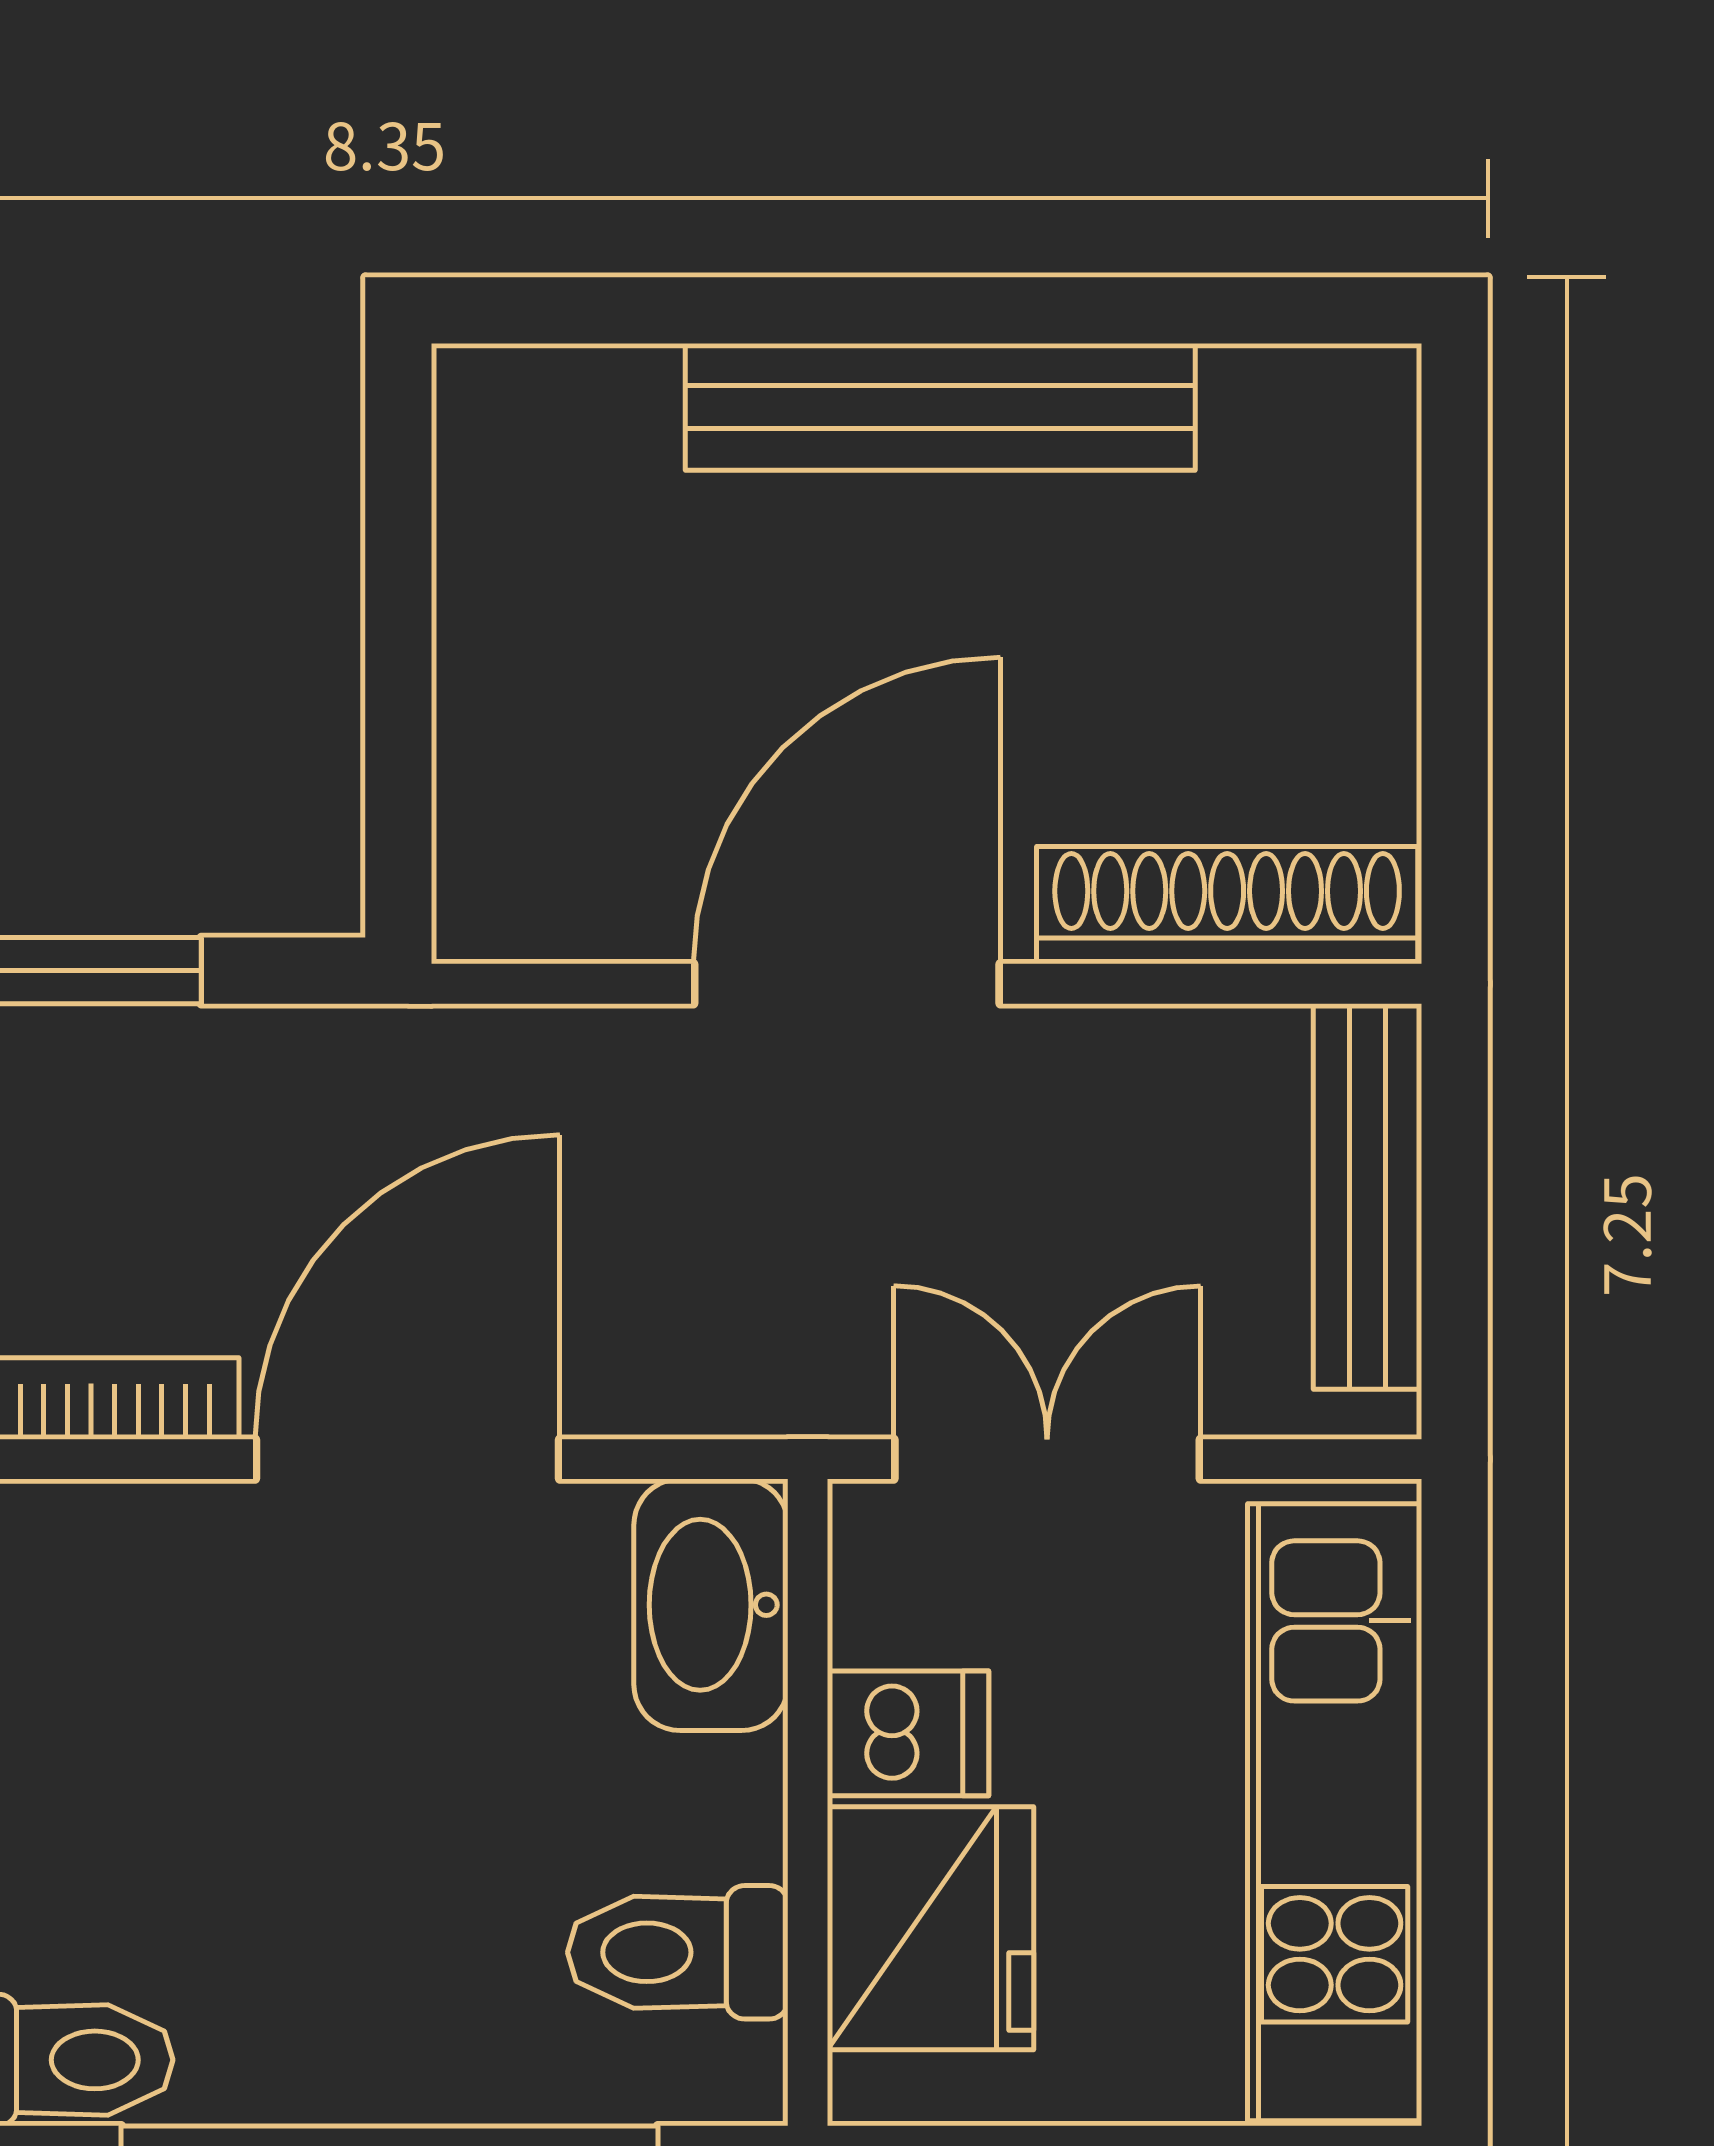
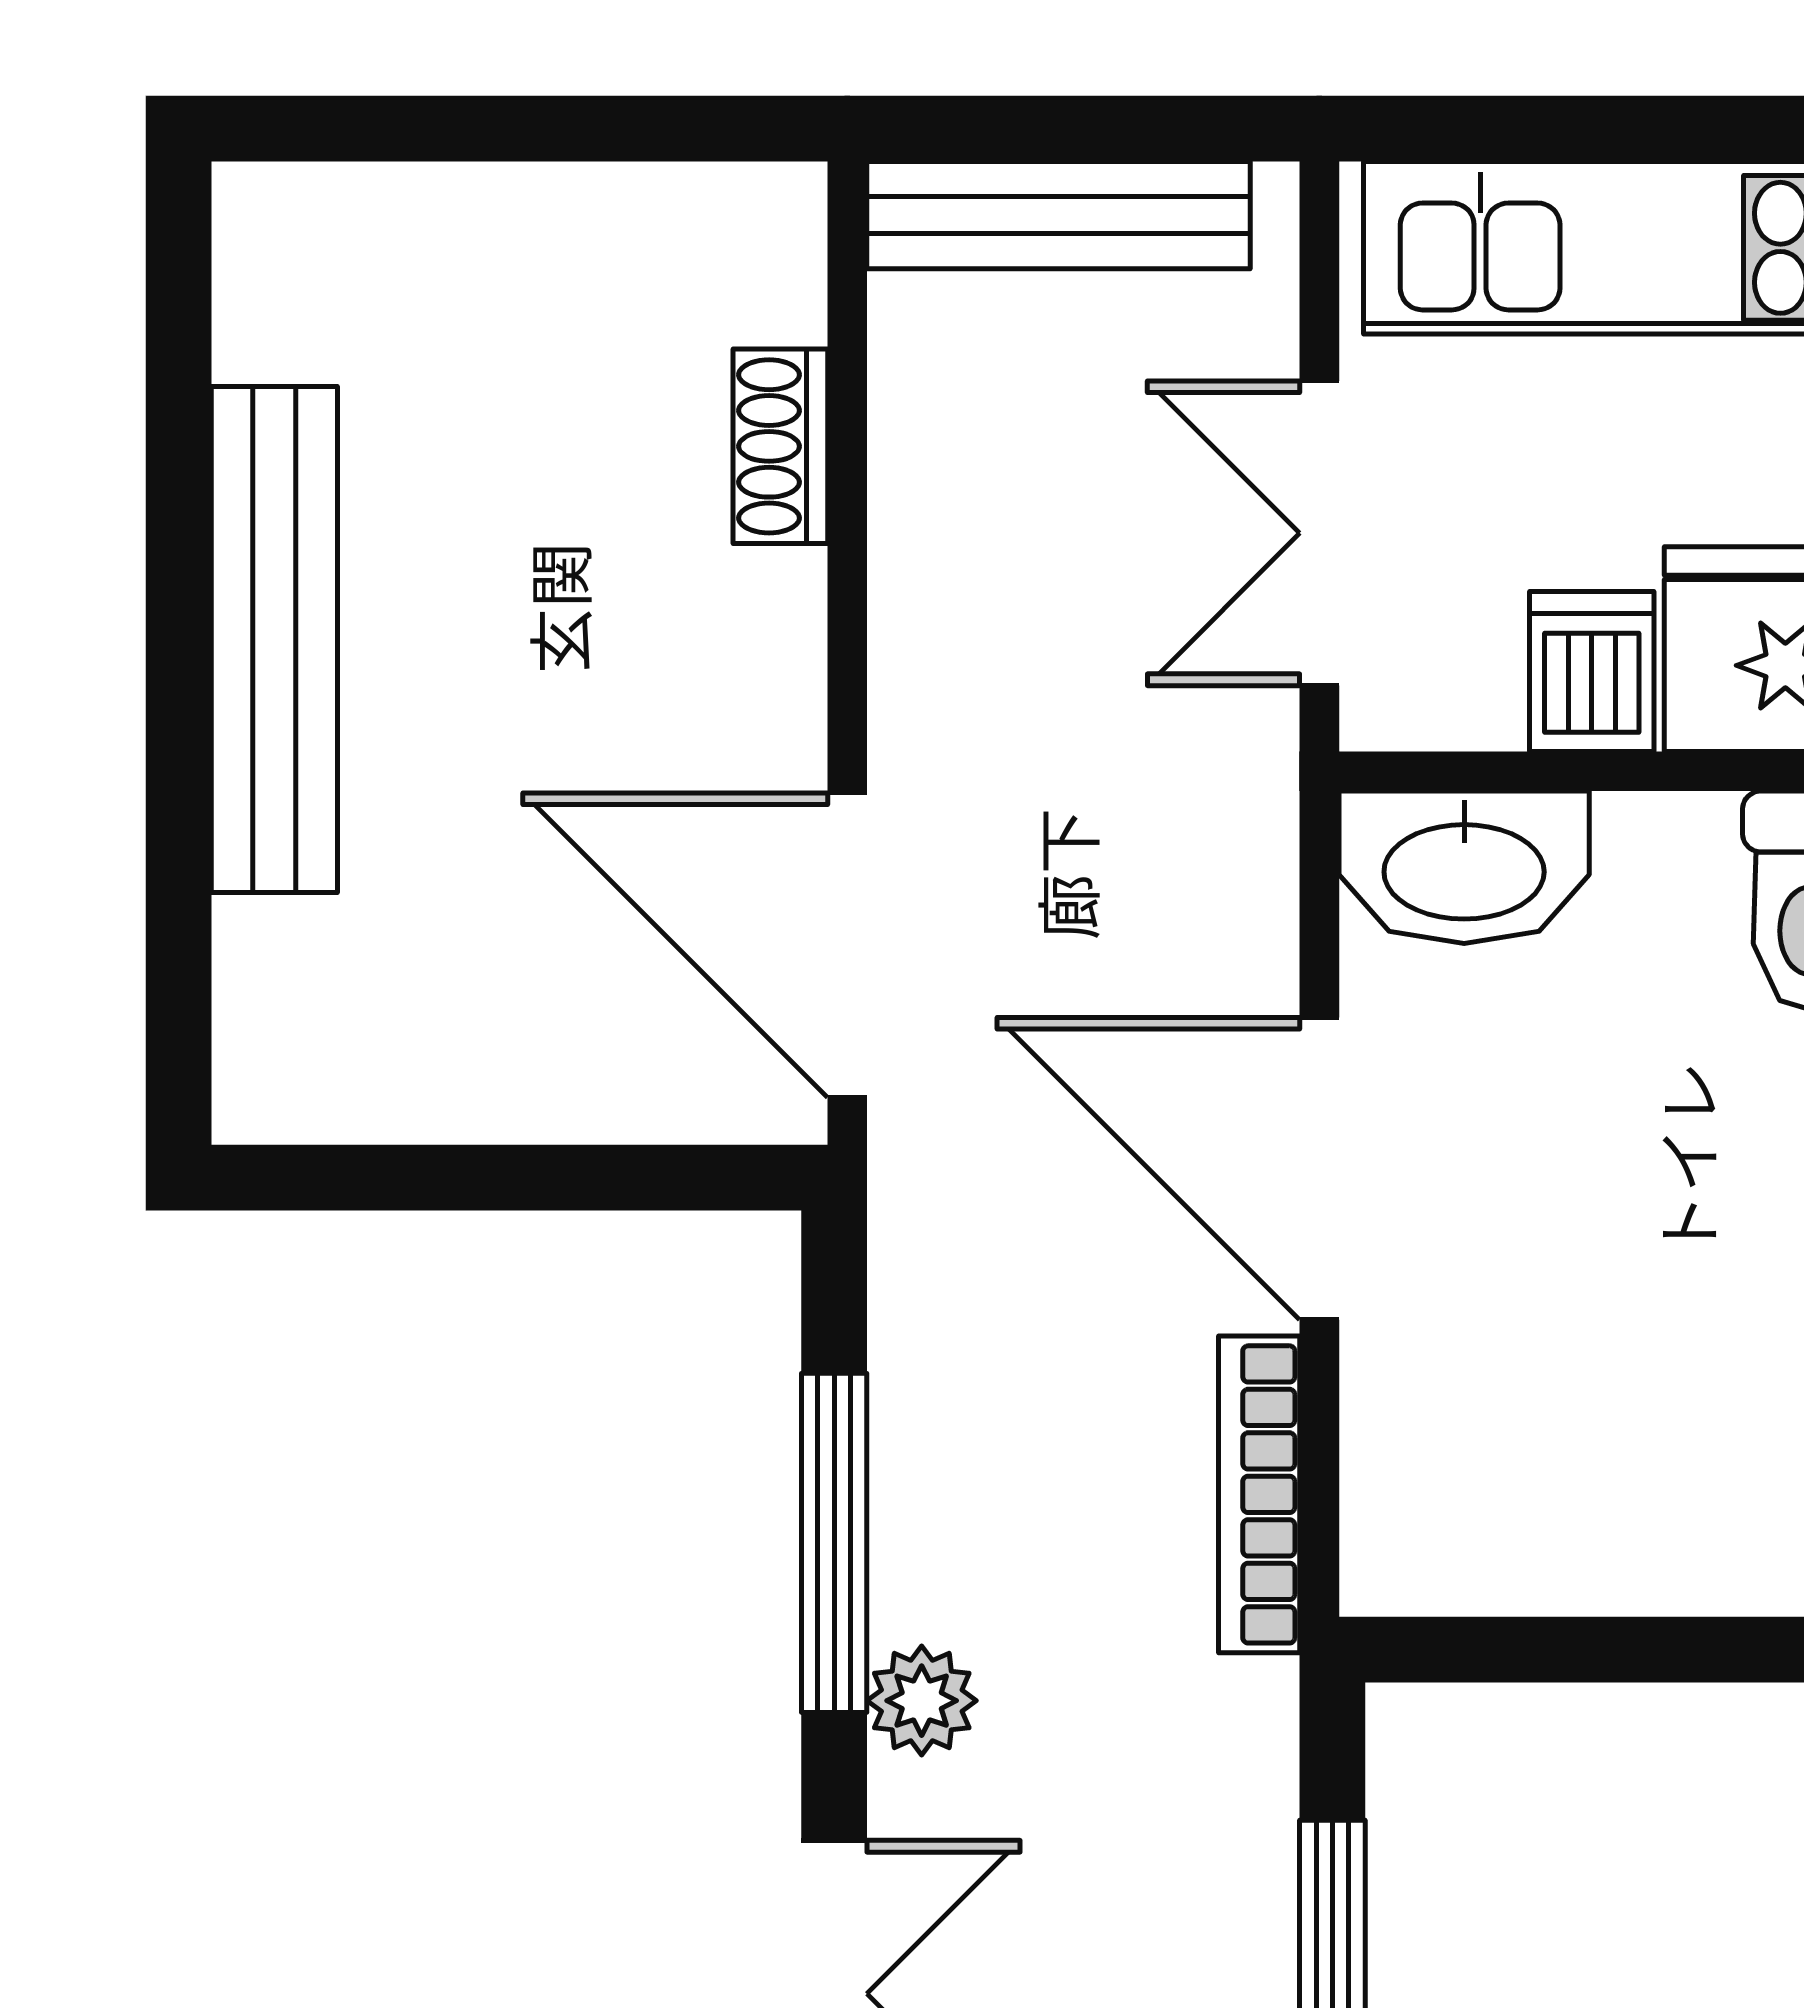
shoe rack: (1227, 905) -> (780, 446), width x0.51, depth x0.81
door: (847, 984) -> (847, 945), moved

